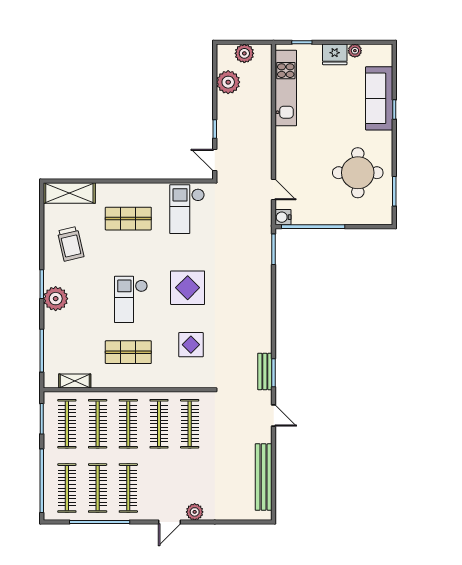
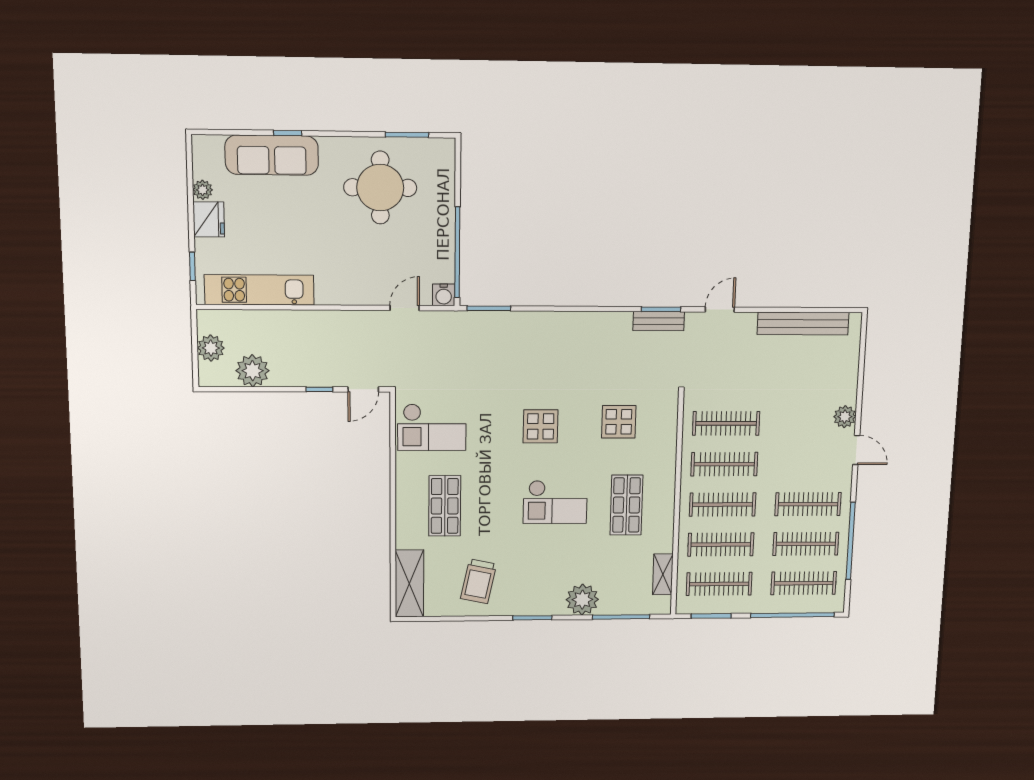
trolley: (71, 244) -> (478, 581), turned 115
display table: (188, 288) -> (541, 426), width x0.73, depth x0.73
plant: (56, 299) -> (582, 600), moved

